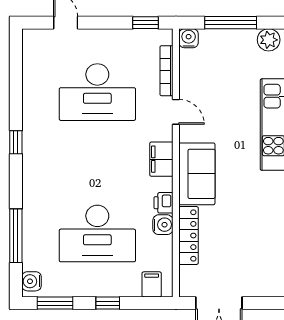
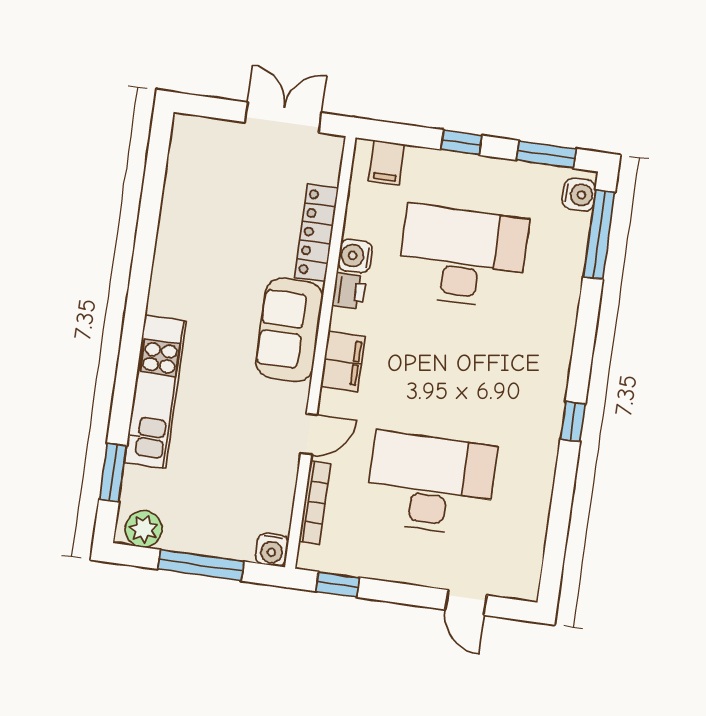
door: (176, 112) -> (309, 434), swing flipped
window: (16, 236) -> (599, 235), moved

